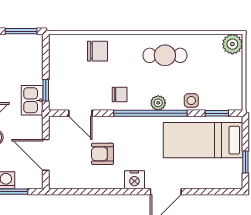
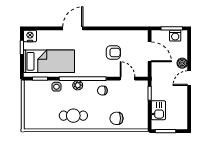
plant: (232, 44) -> (30, 123), removed
kitchen sink: (32, 100) -> (158, 110), moved
nightstand: (134, 180) -> (30, 36), moved

